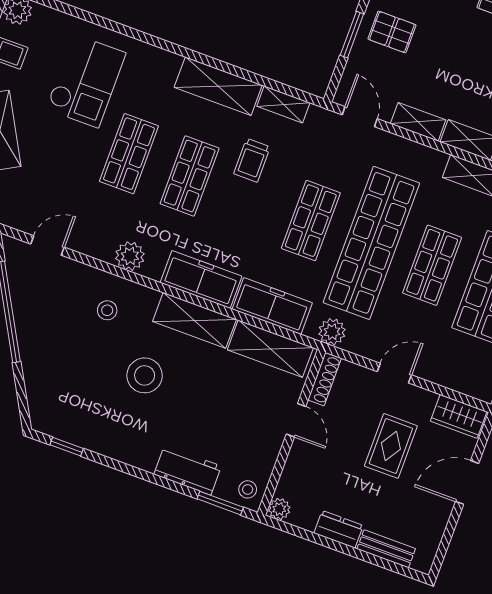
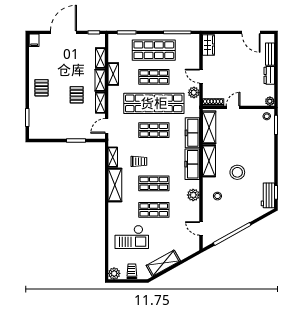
pallet: (392, 32) -> (77, 95), moved
checkout: (86, 81) -> (132, 237), turned 180
plant: (332, 332) -> (194, 93), moved
rug: (391, 446) -> (230, 67), removed
workbench: (188, 470) -> (268, 195), moved
door: (467, 482) -> (251, 32), moved

